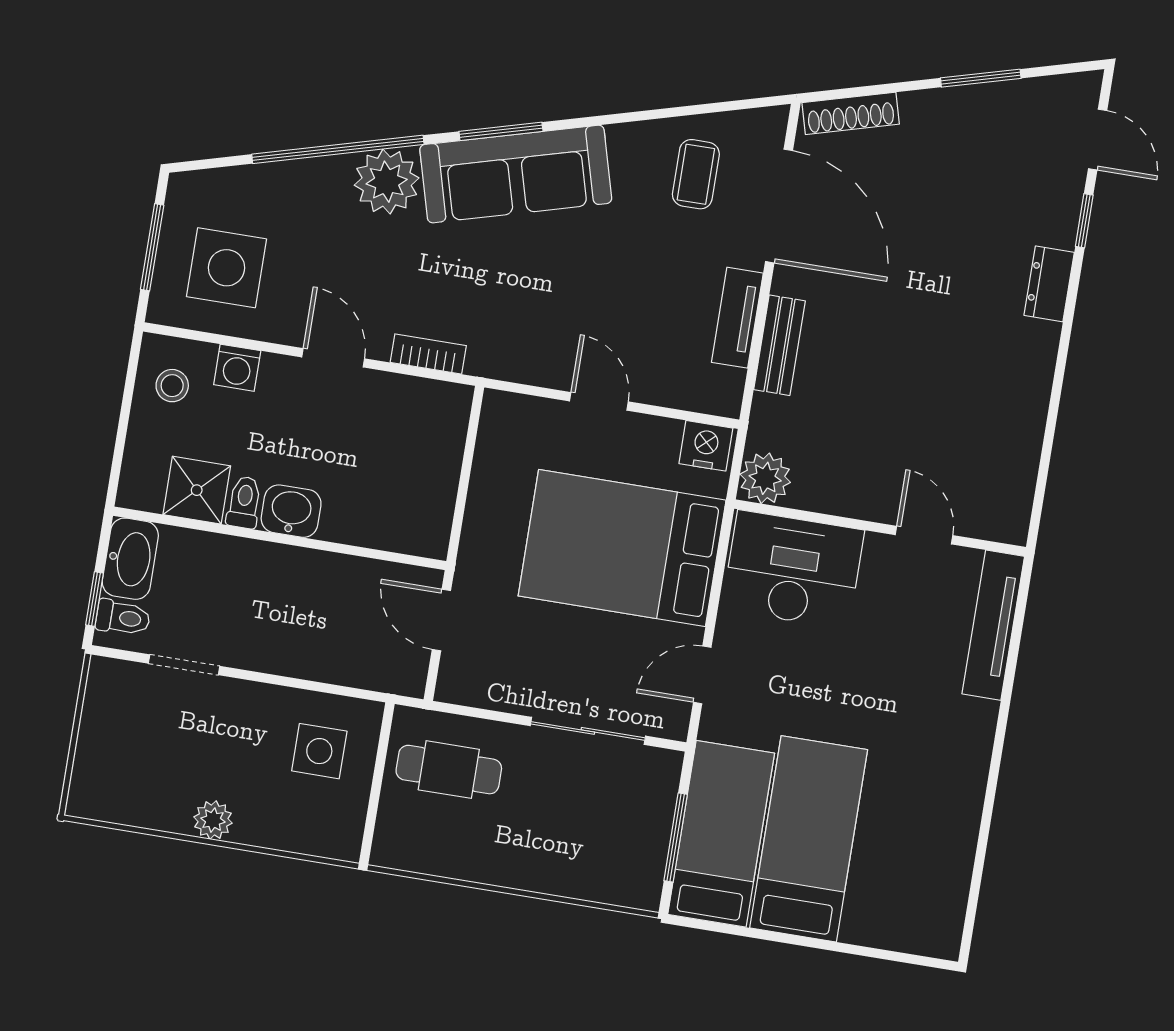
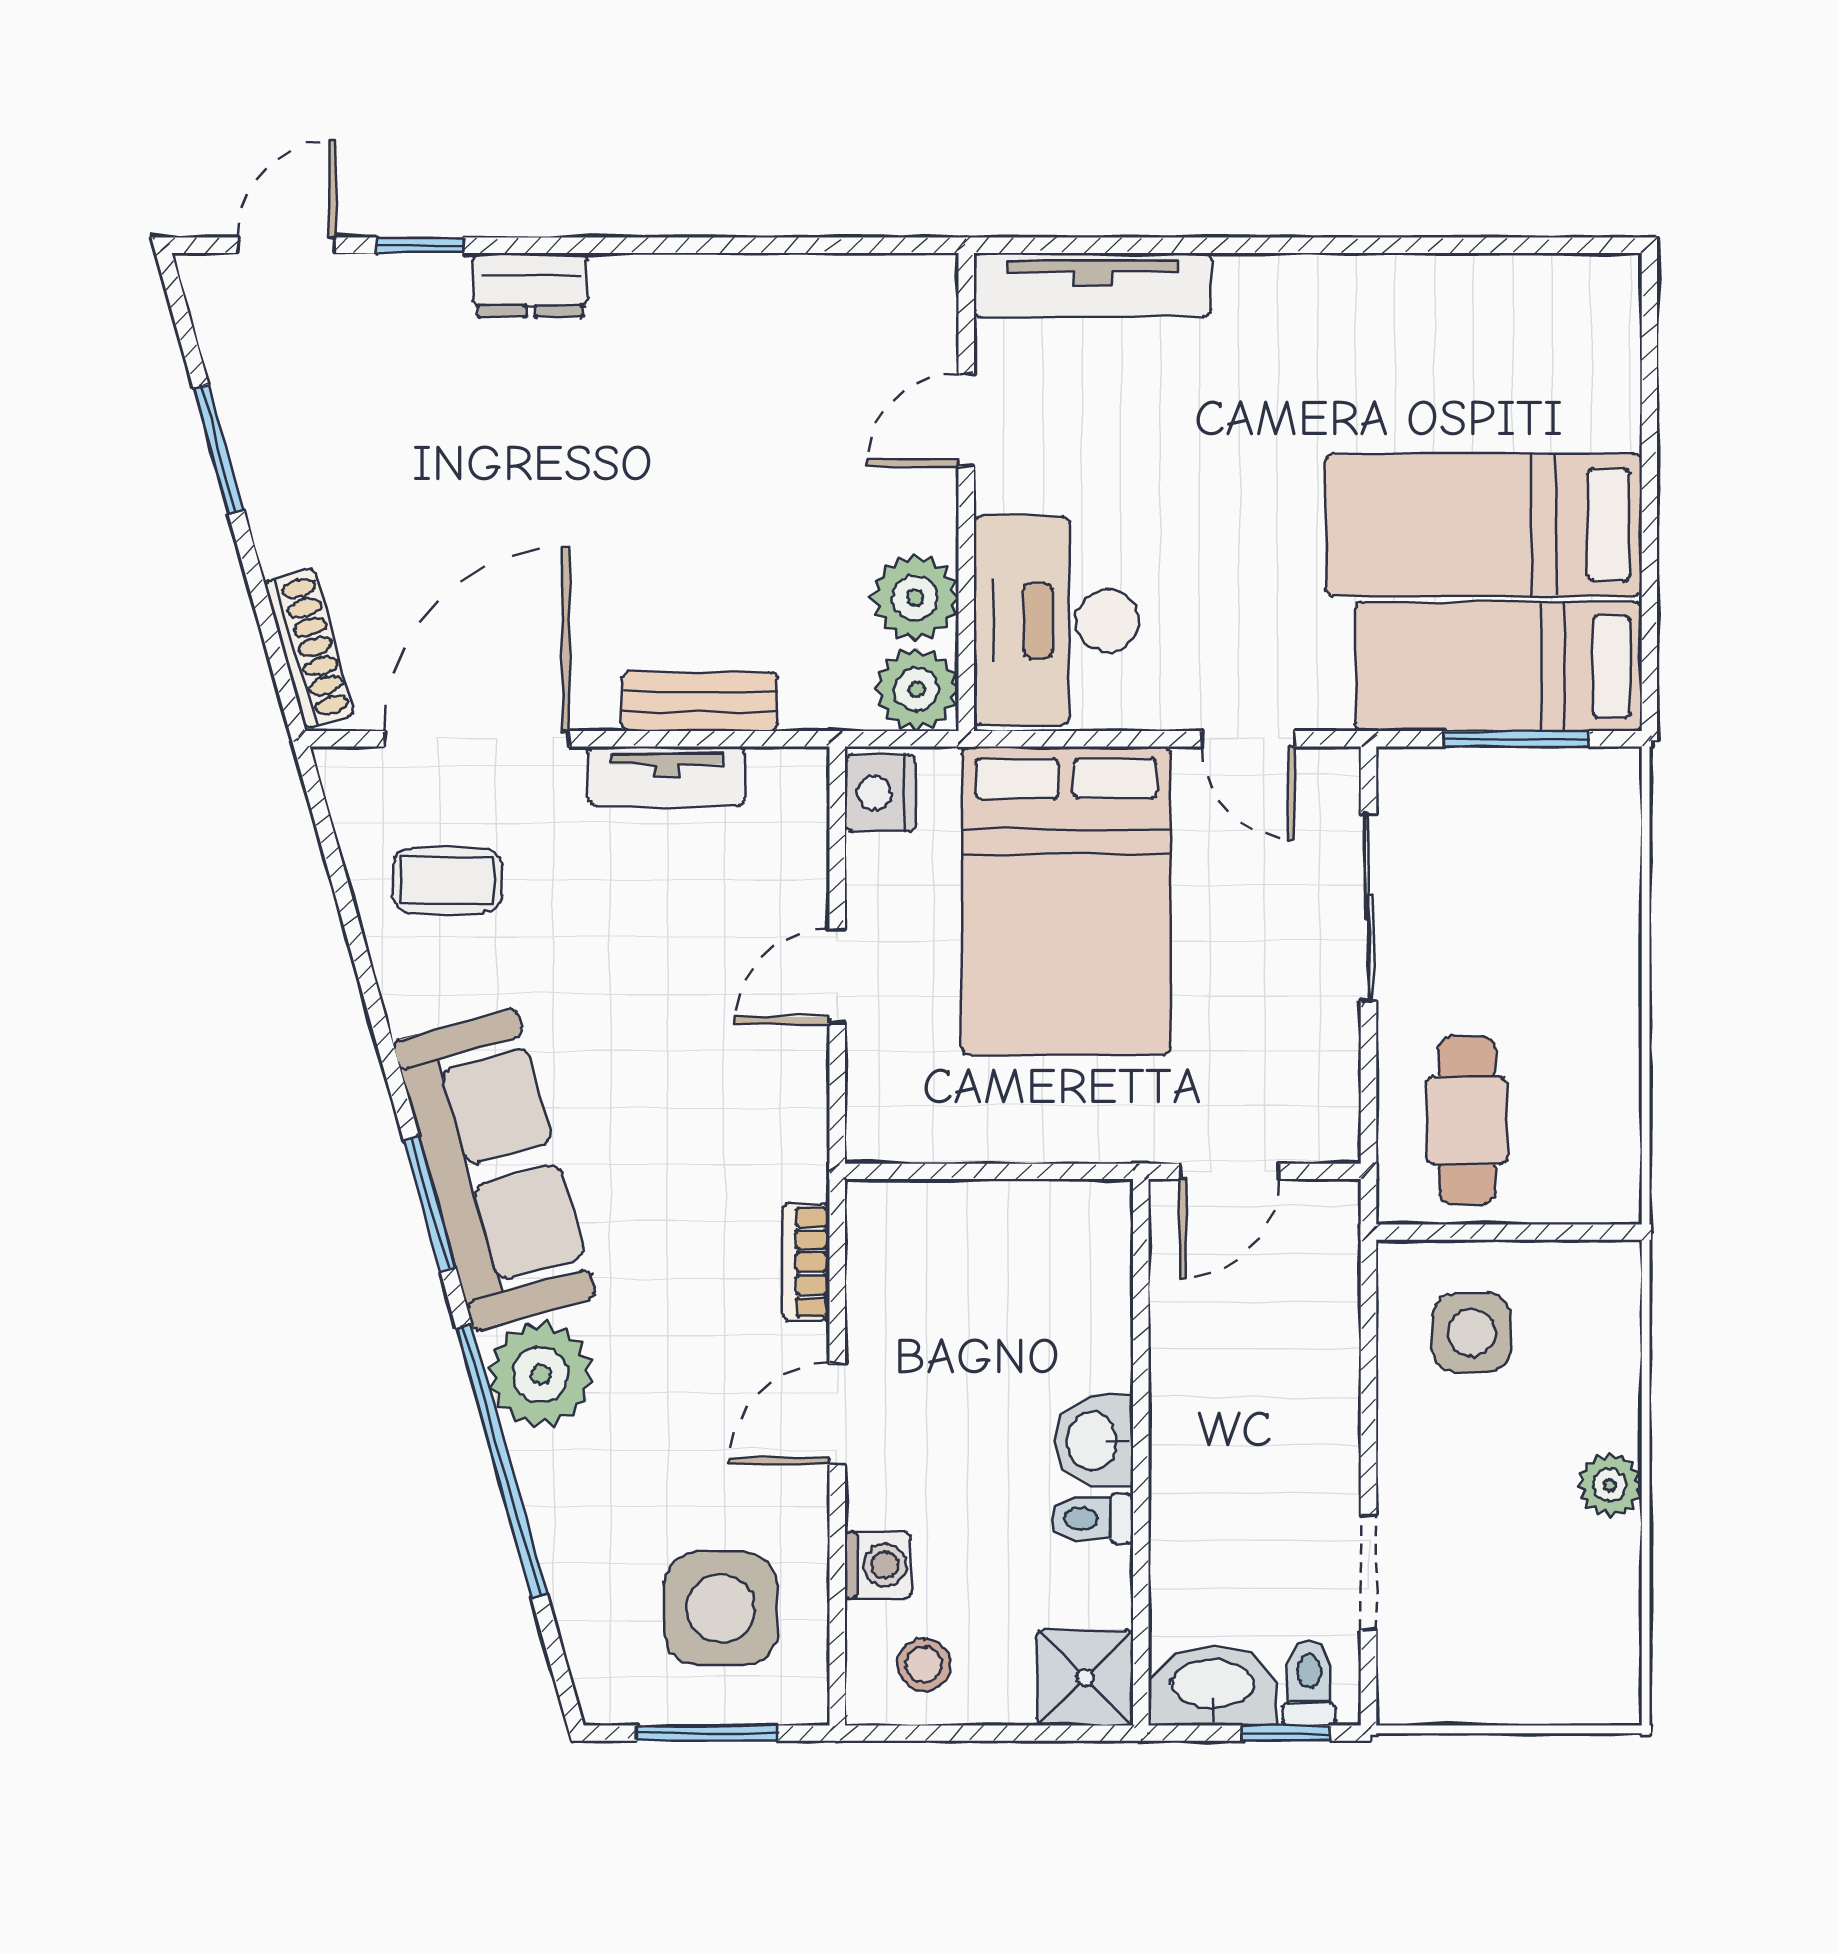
plant: (821, 486) -> (915, 598), added
shower: (197, 490) -> (1085, 1678), moved

